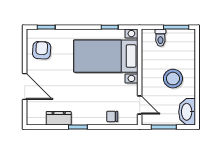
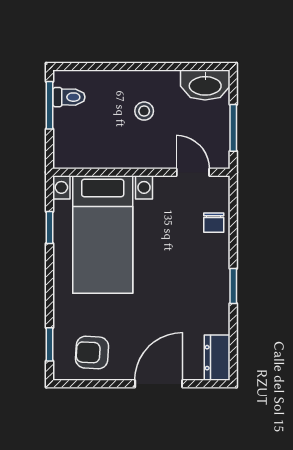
toilet: (160, 38) -> (69, 97), moved
stool: (173, 79) -> (144, 111), width x0.53, depth x0.53
door: (140, 105) -> (193, 172), hinge flipped
dresser: (59, 118) -> (217, 358), moved

